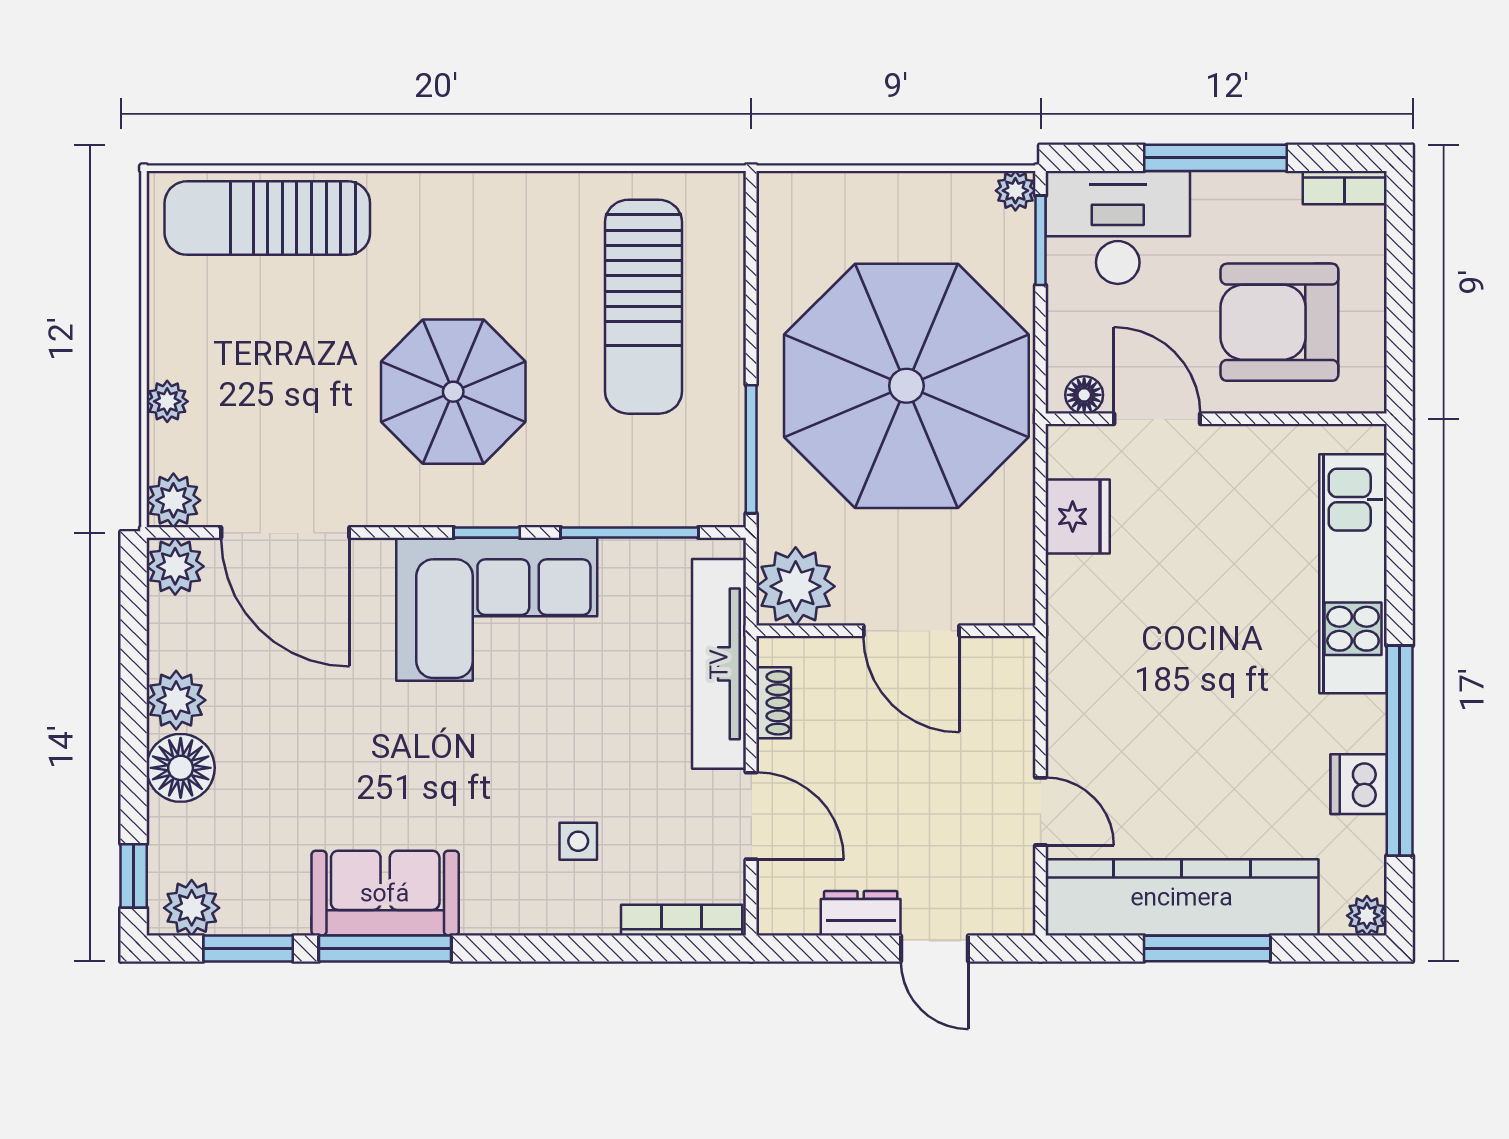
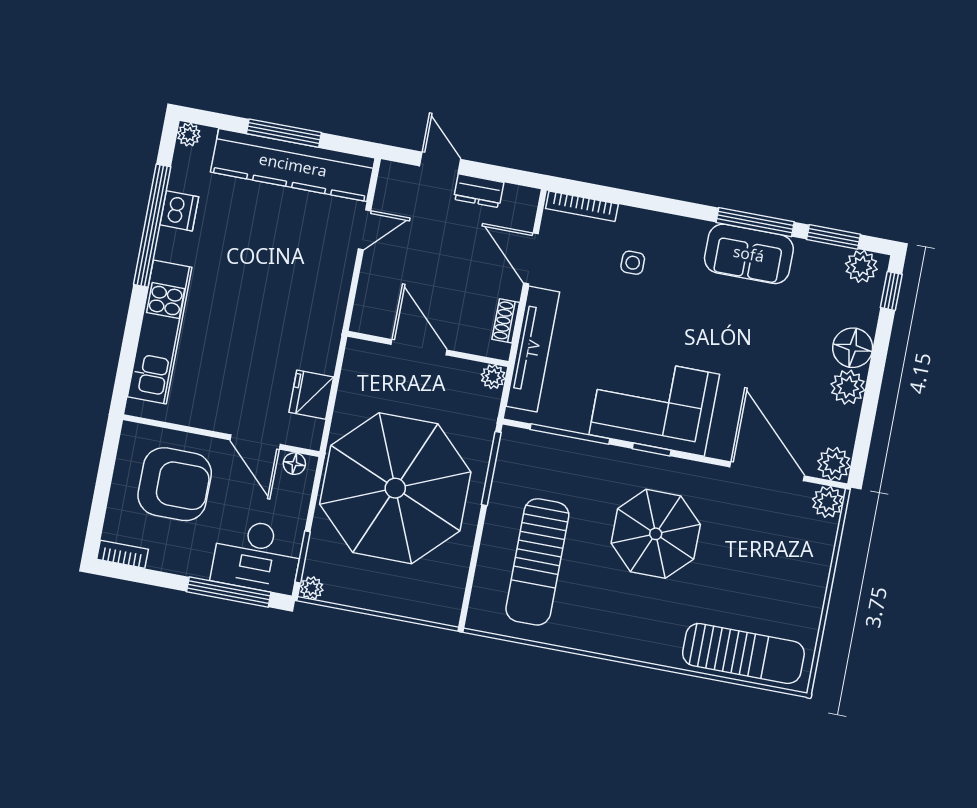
window: (1215, 158) -> (229, 592), moved
sun lounger: (644, 307) -> (537, 562), turned 180
plant: (167, 401) -> (821, 559), removed
plant: (796, 586) -> (493, 377), width x0.53, depth x0.53
door: (1041, 811) -> (365, 230), swing flipped

